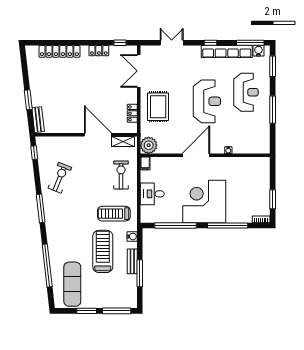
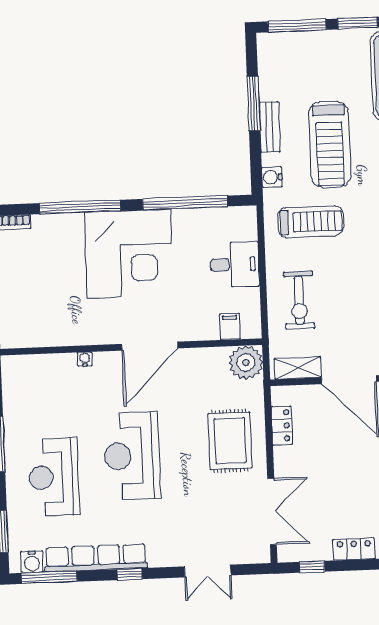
filing cabinet: (145, 163) -> (230, 327), moved

